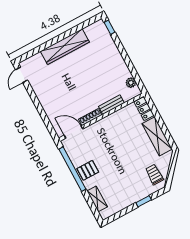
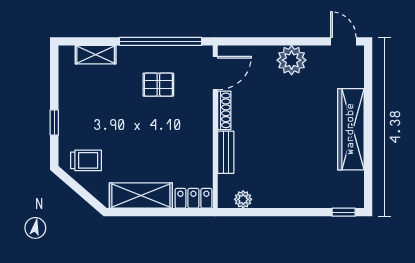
plant: (46, 96) -> (292, 60), added
pallet: (88, 170) -> (158, 85), moved, turned 90

